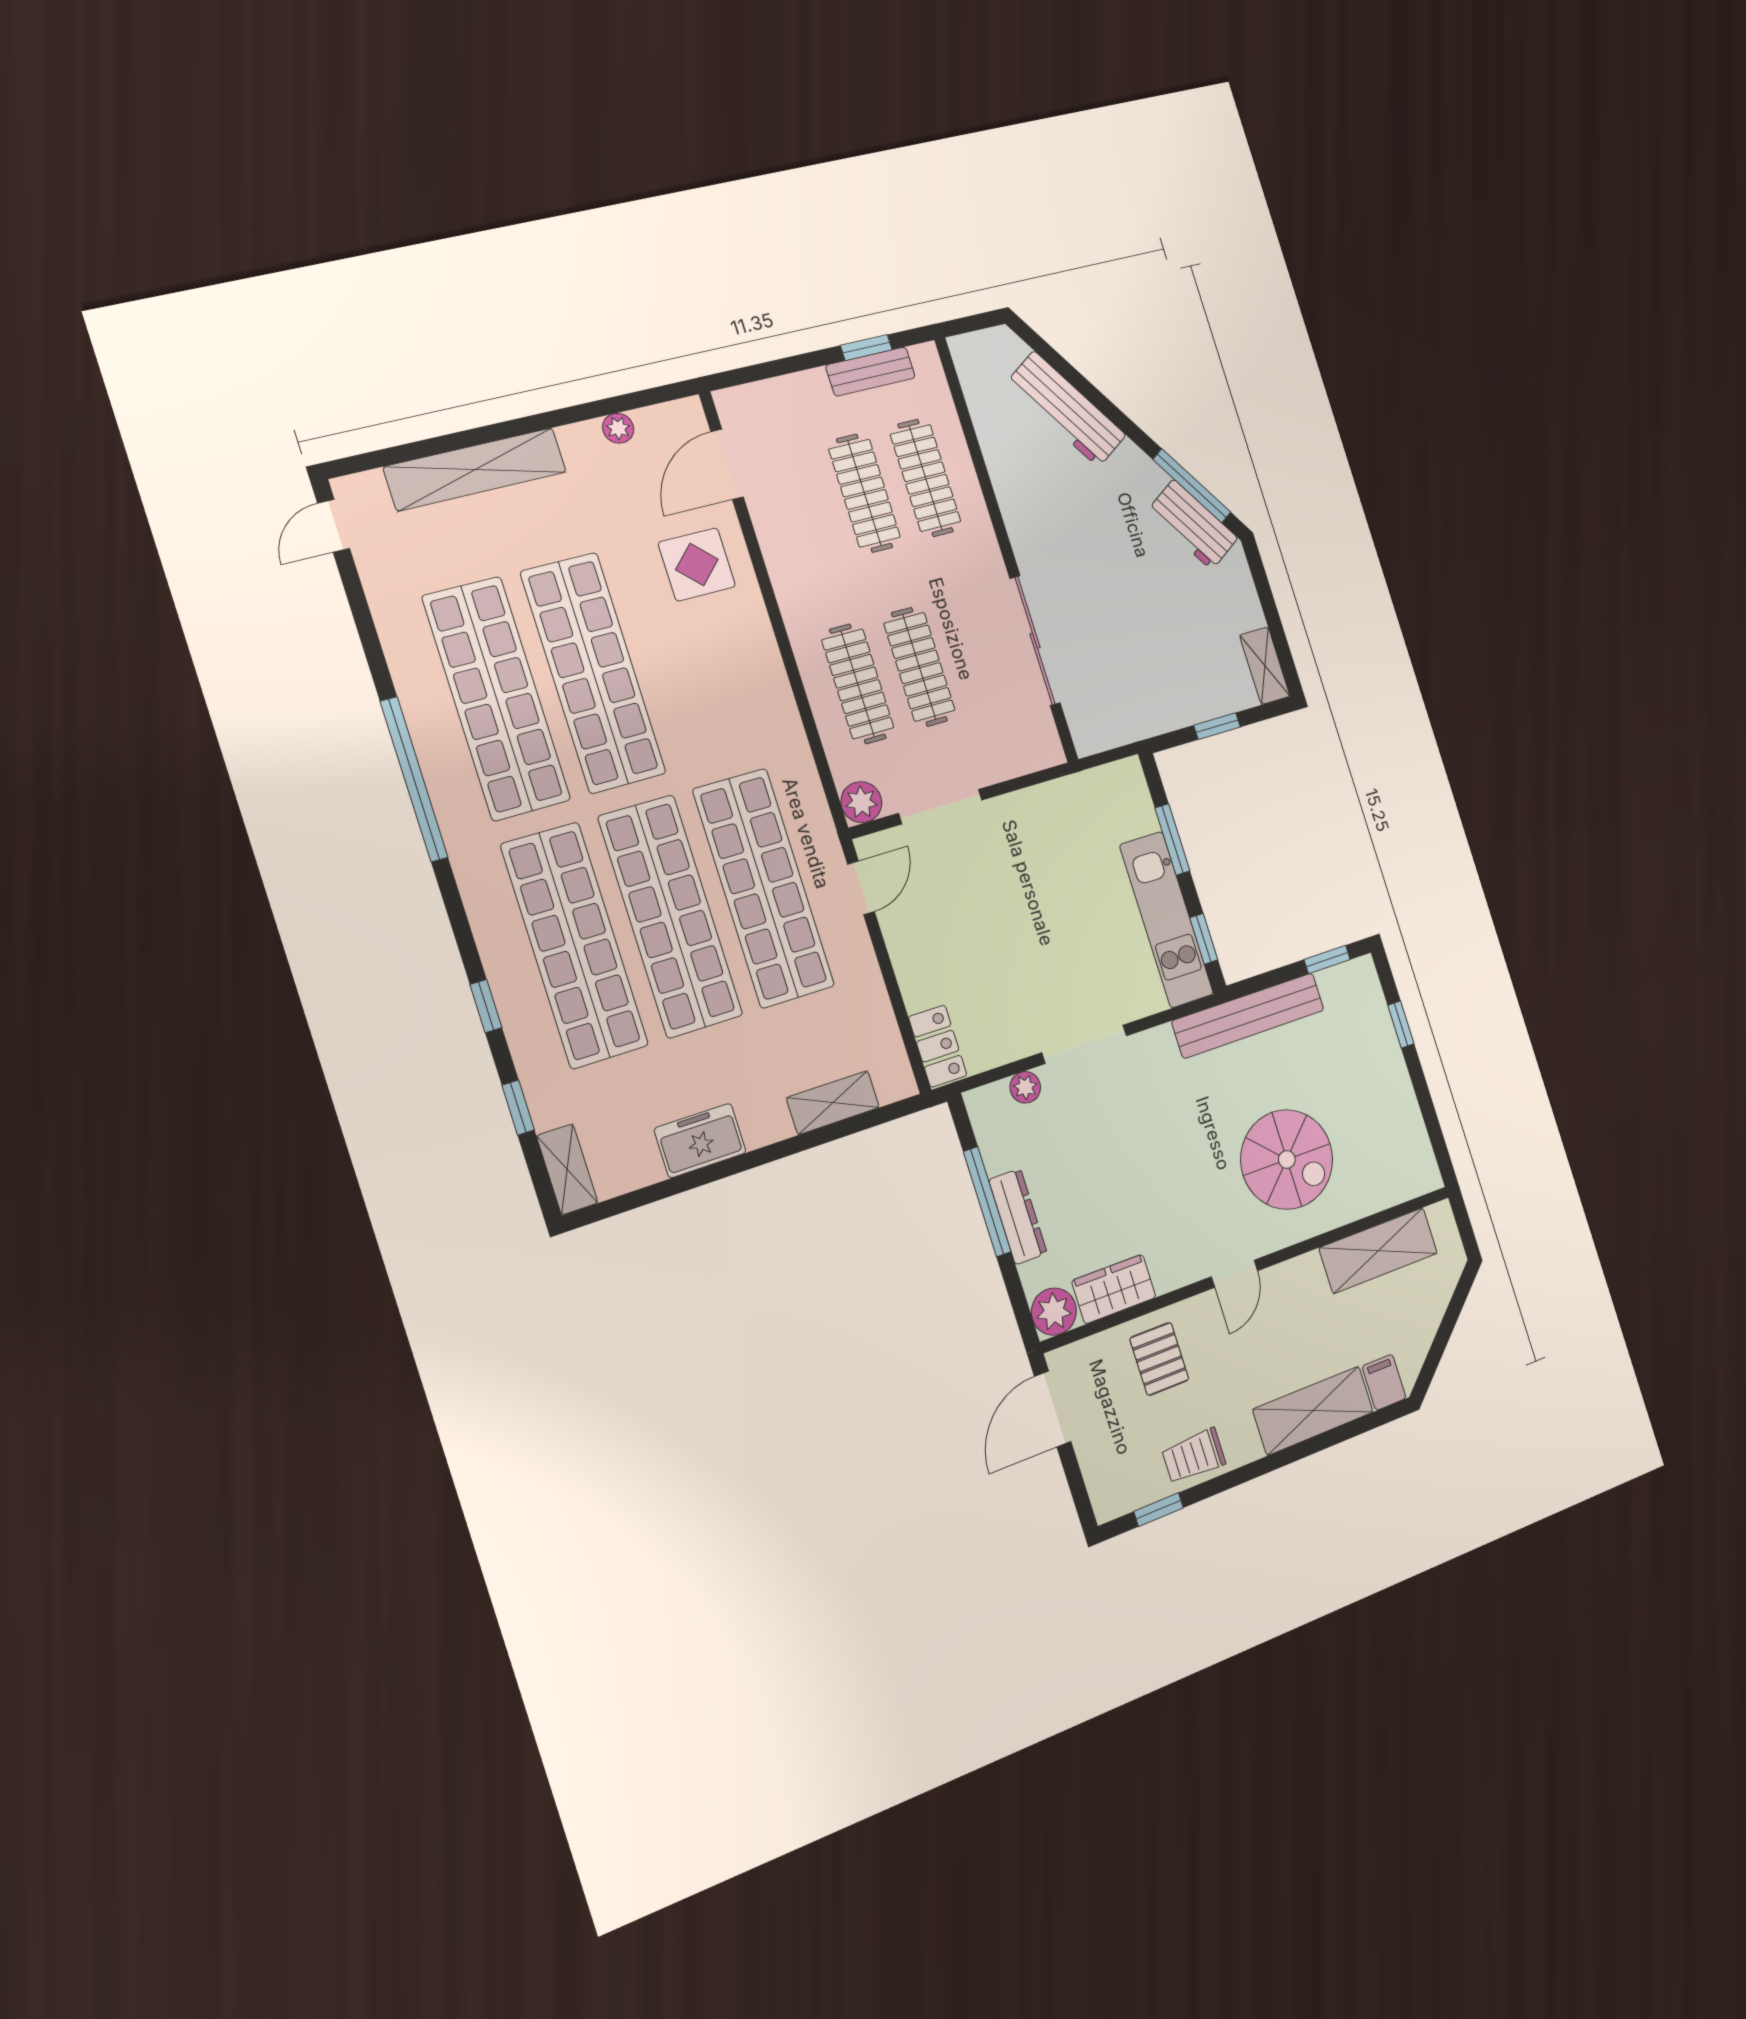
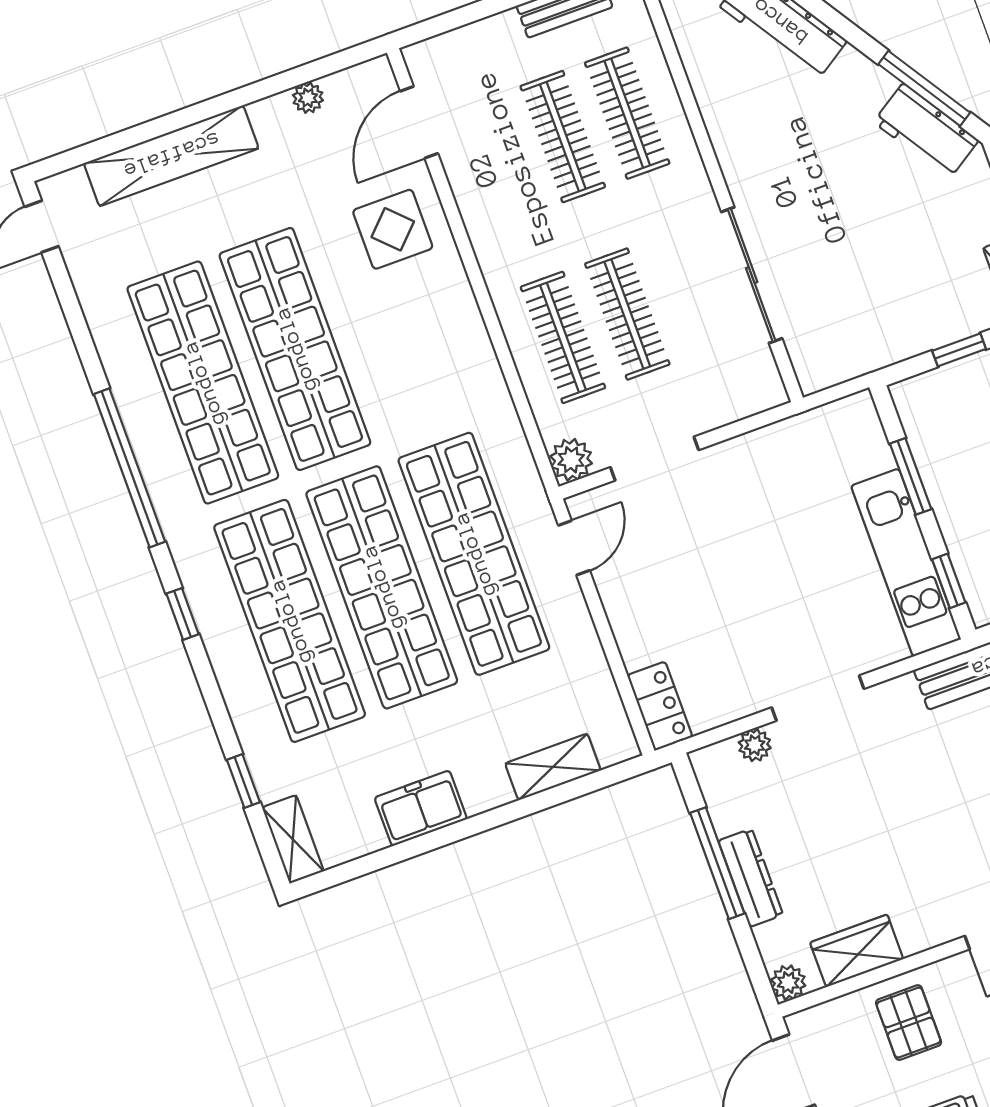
window: (486, 1006) -> (183, 614), moved
plant: (1054, 1312) -> (788, 983), width x0.73, depth x0.73

